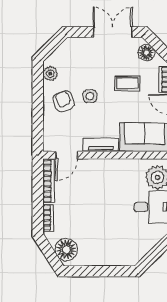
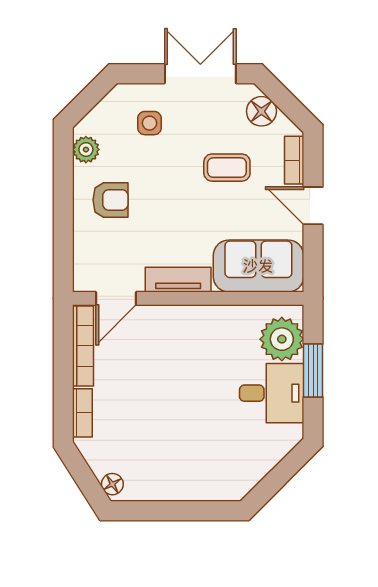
side table: (90, 96) -> (150, 123), moved
armchair: (64, 101) -> (111, 200), turned 110
floor lamp: (66, 250) -> (112, 484), width x0.53, depth x0.53

